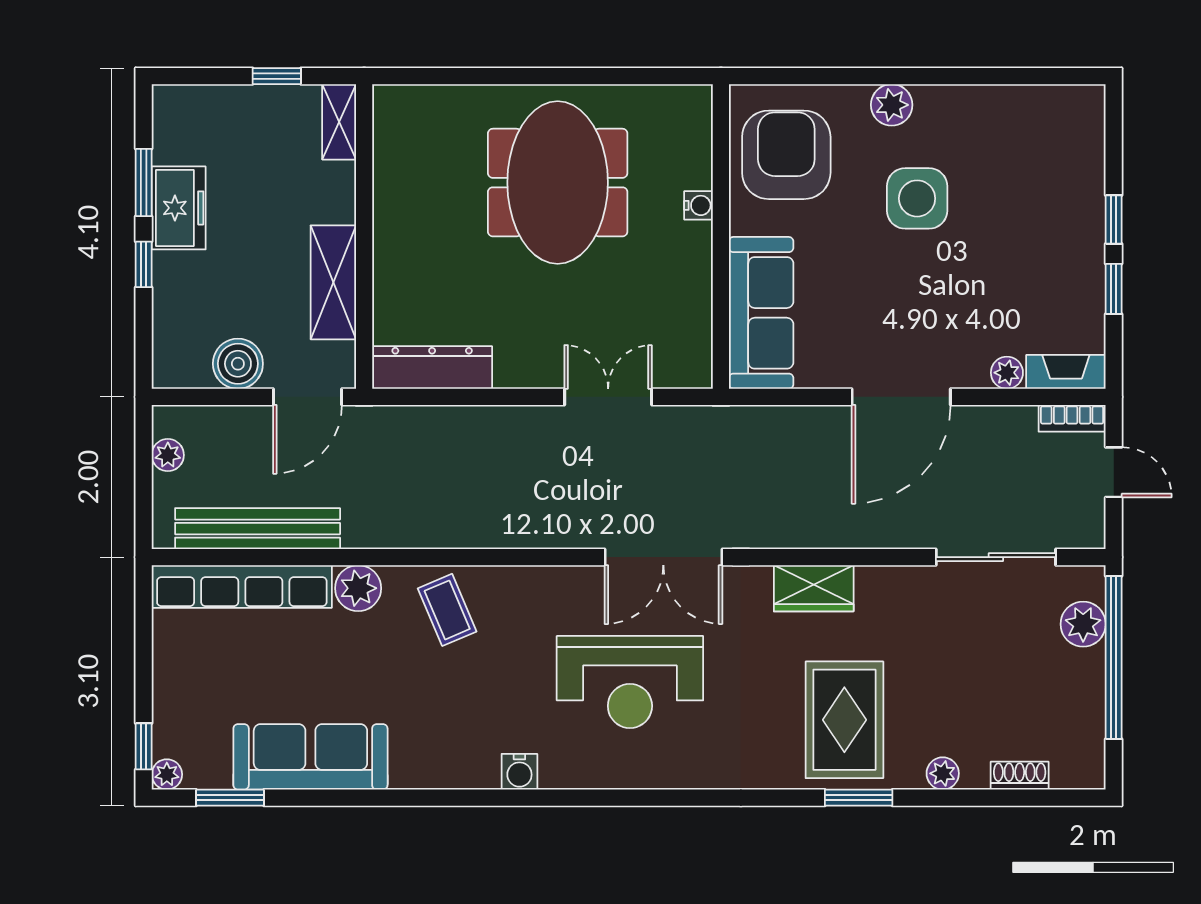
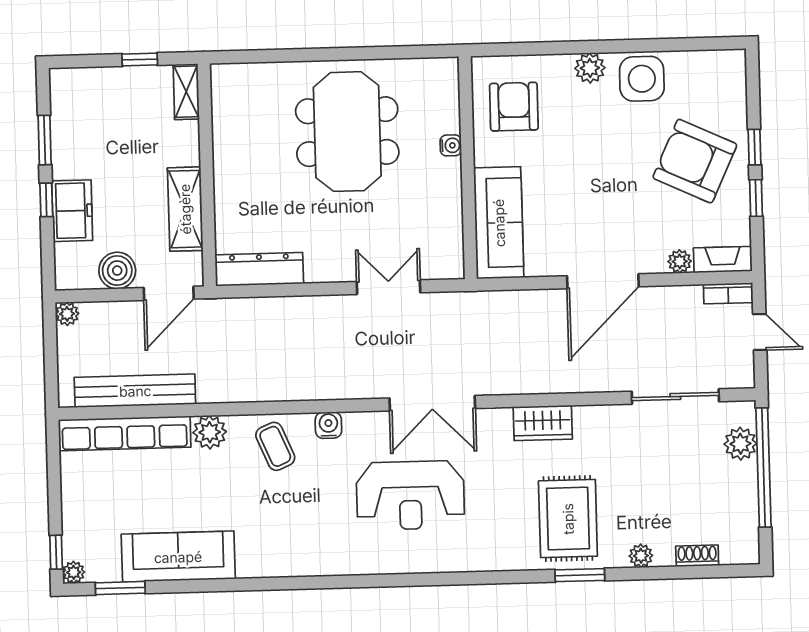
armchair: (786, 155) -> (514, 107), width x0.73, depth x0.73
side table: (917, 198) -> (642, 79), moved
freezer: (179, 208) -> (72, 211), moved
armchair: (1032, 236) -> (695, 161), added
plant: (168, 455) -> (67, 314), moved
water cooler: (519, 772) -> (328, 425), moved, turned 180

